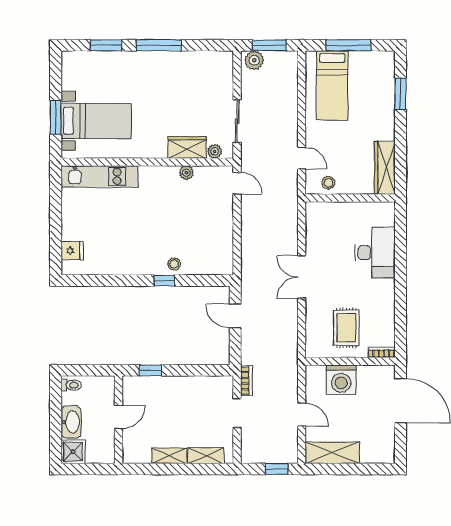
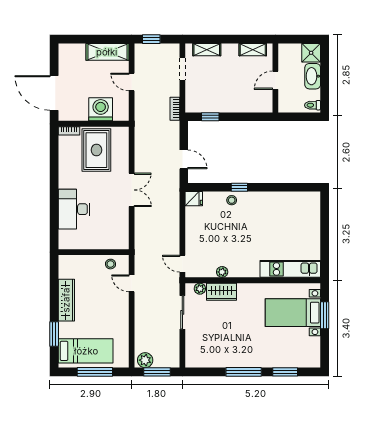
plant: (254, 60) -> (145, 360), moved
bed: (332, 85) -> (86, 351), moved, turned 90
wardrobe: (385, 168) -> (66, 300), moved
fridge: (72, 251) -> (194, 199), moved, turned 180
rug: (346, 328) -> (96, 150), width x1.36, depth x1.43
window: (151, 370) -> (210, 117), moved
doorway: (237, 413) -> (182, 69), moved
shelving: (169, 456) -> (253, 50), moved

